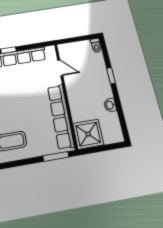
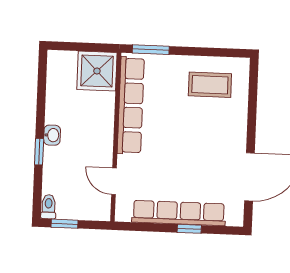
window: (84, 38) -> (64, 224), added
washbasin: (110, 105) -> (52, 135), moved

